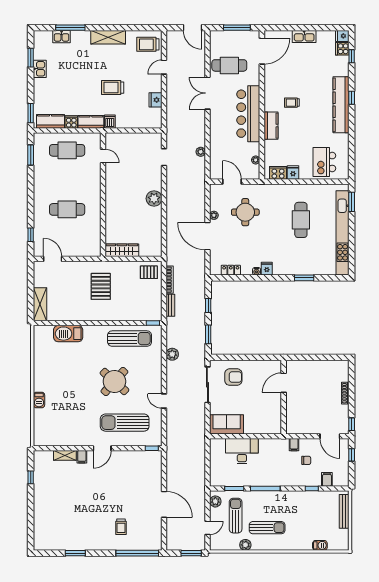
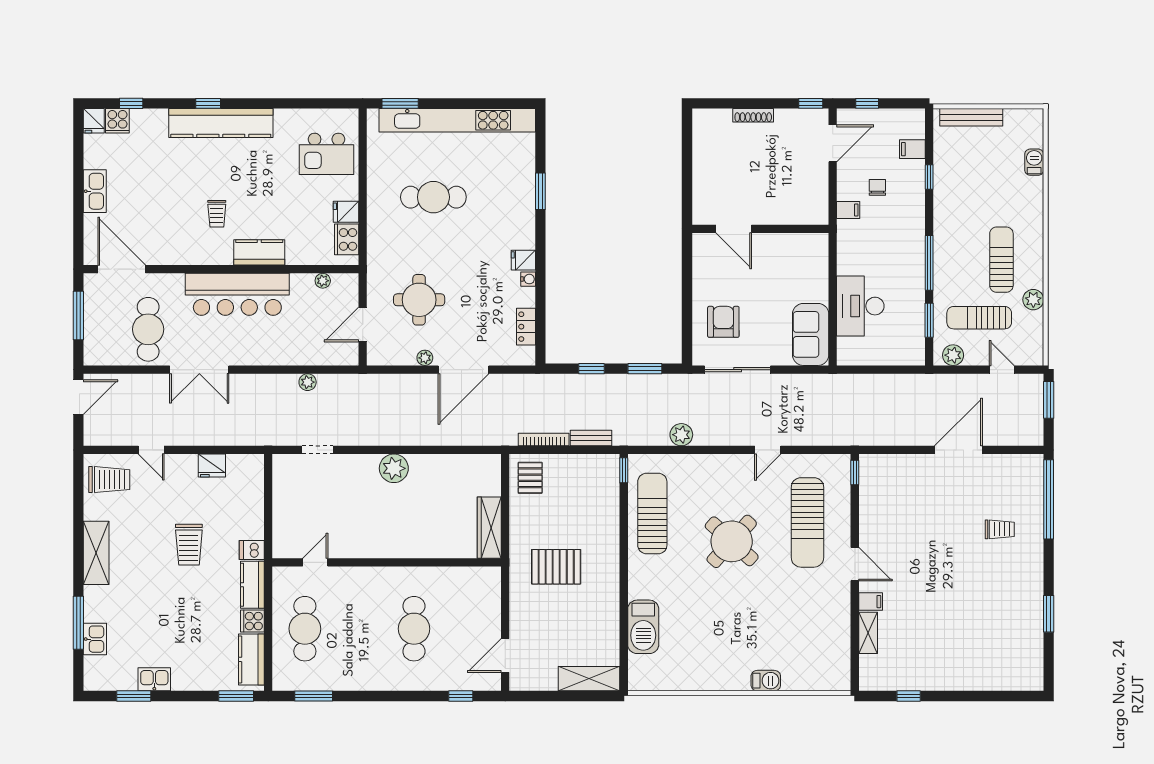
trolley: (148, 44) -> (109, 480), turned -90

